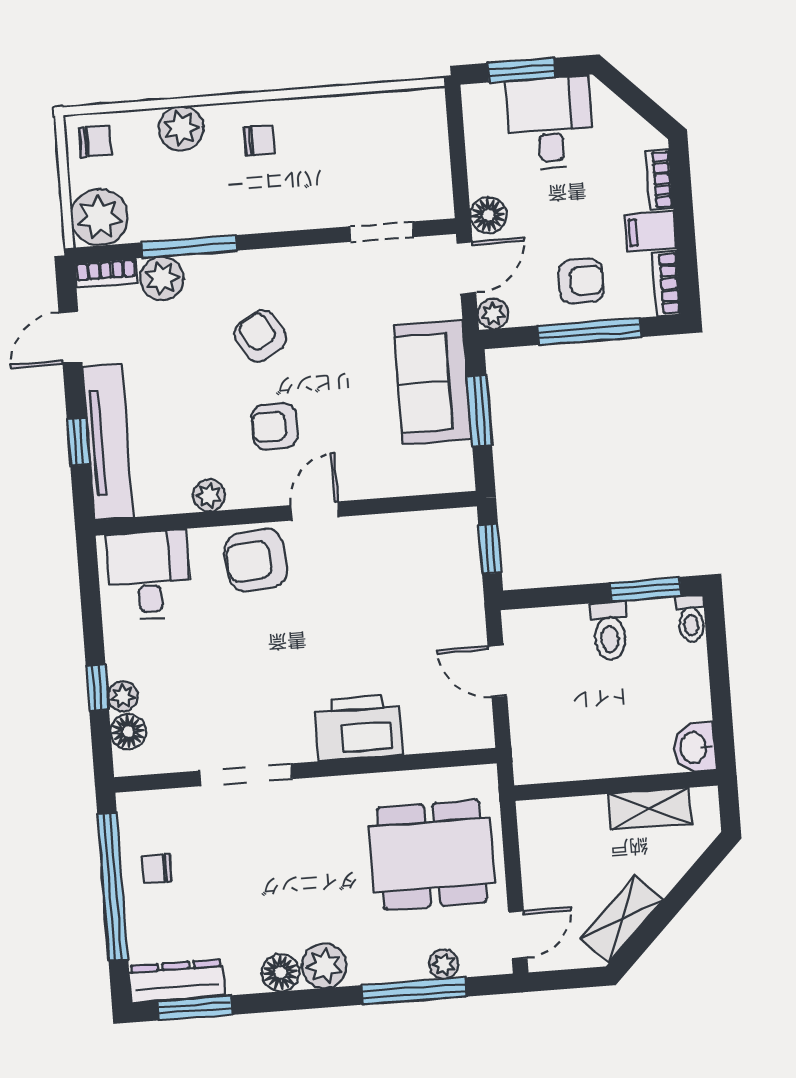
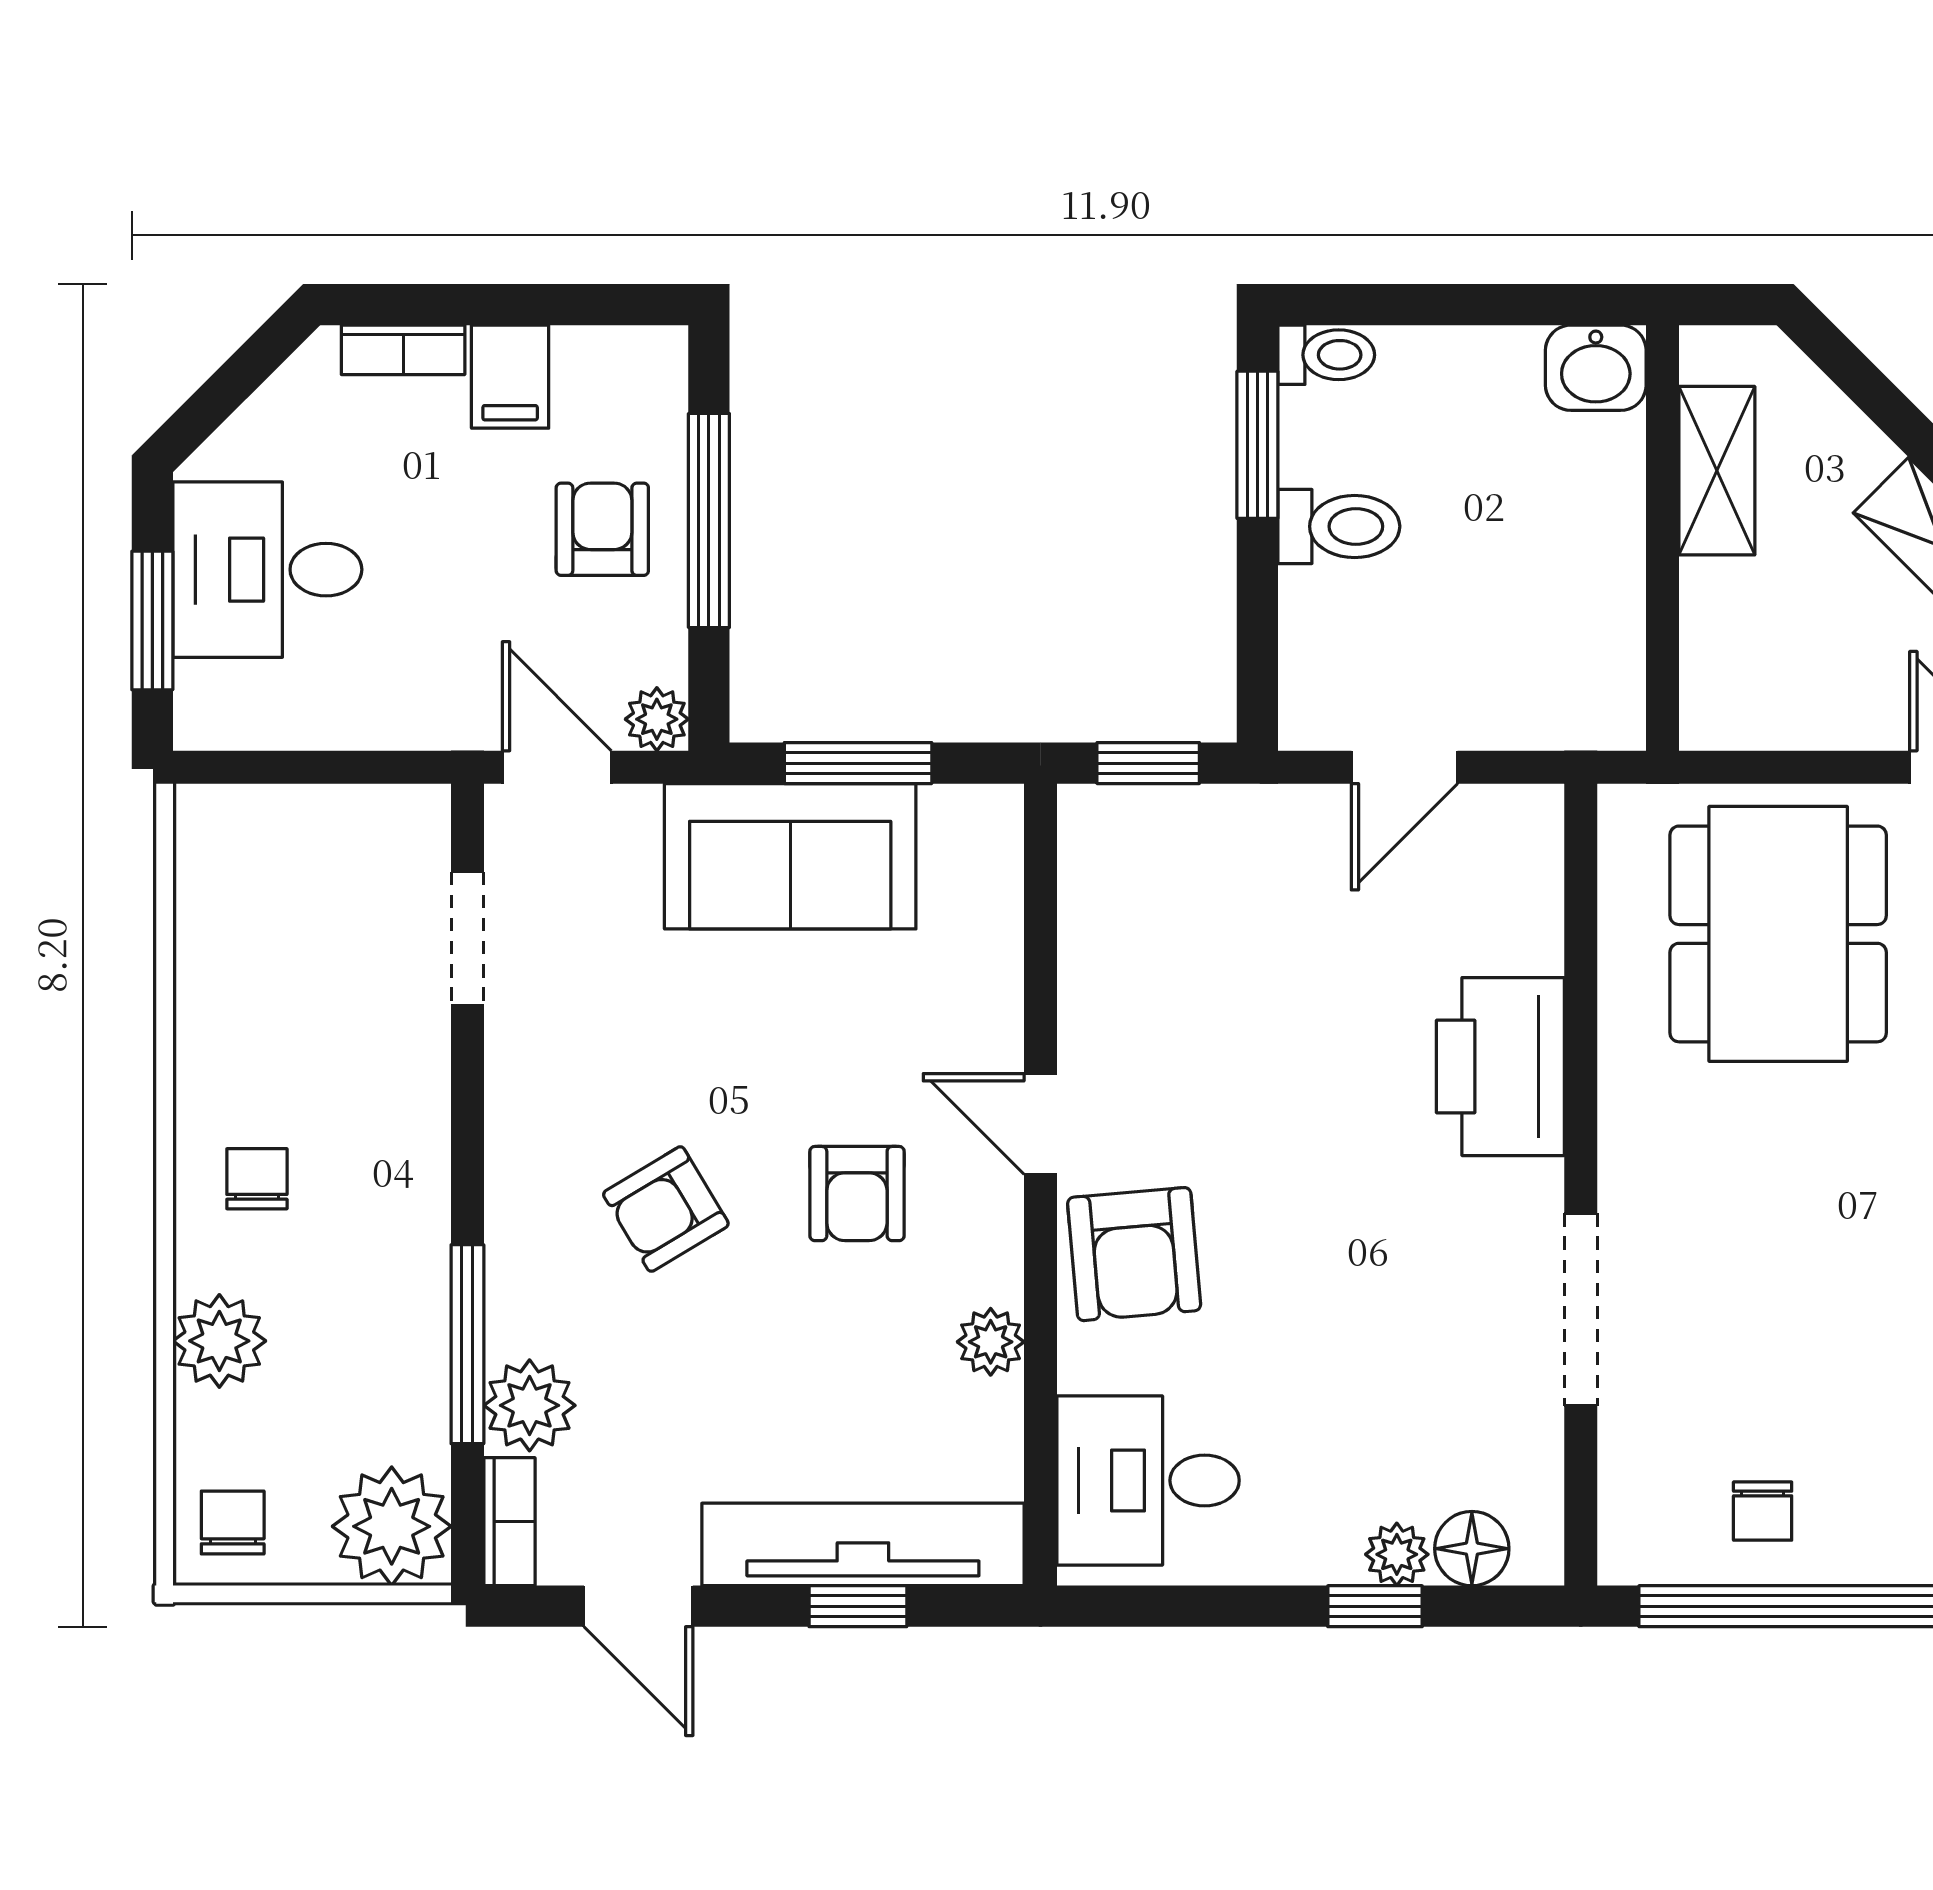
floor lamp: (488, 215) -> (450, 713), removed
bookcase: (666, 284) -> (622, 352), removed

